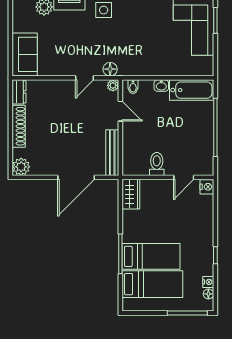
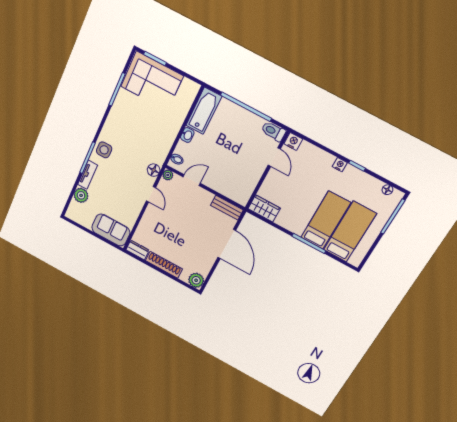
bench: (112, 153) -> (227, 208), width x0.73
toilet: (157, 164) -> (273, 131), moved
nightstand: (208, 282) -> (340, 165), moved

